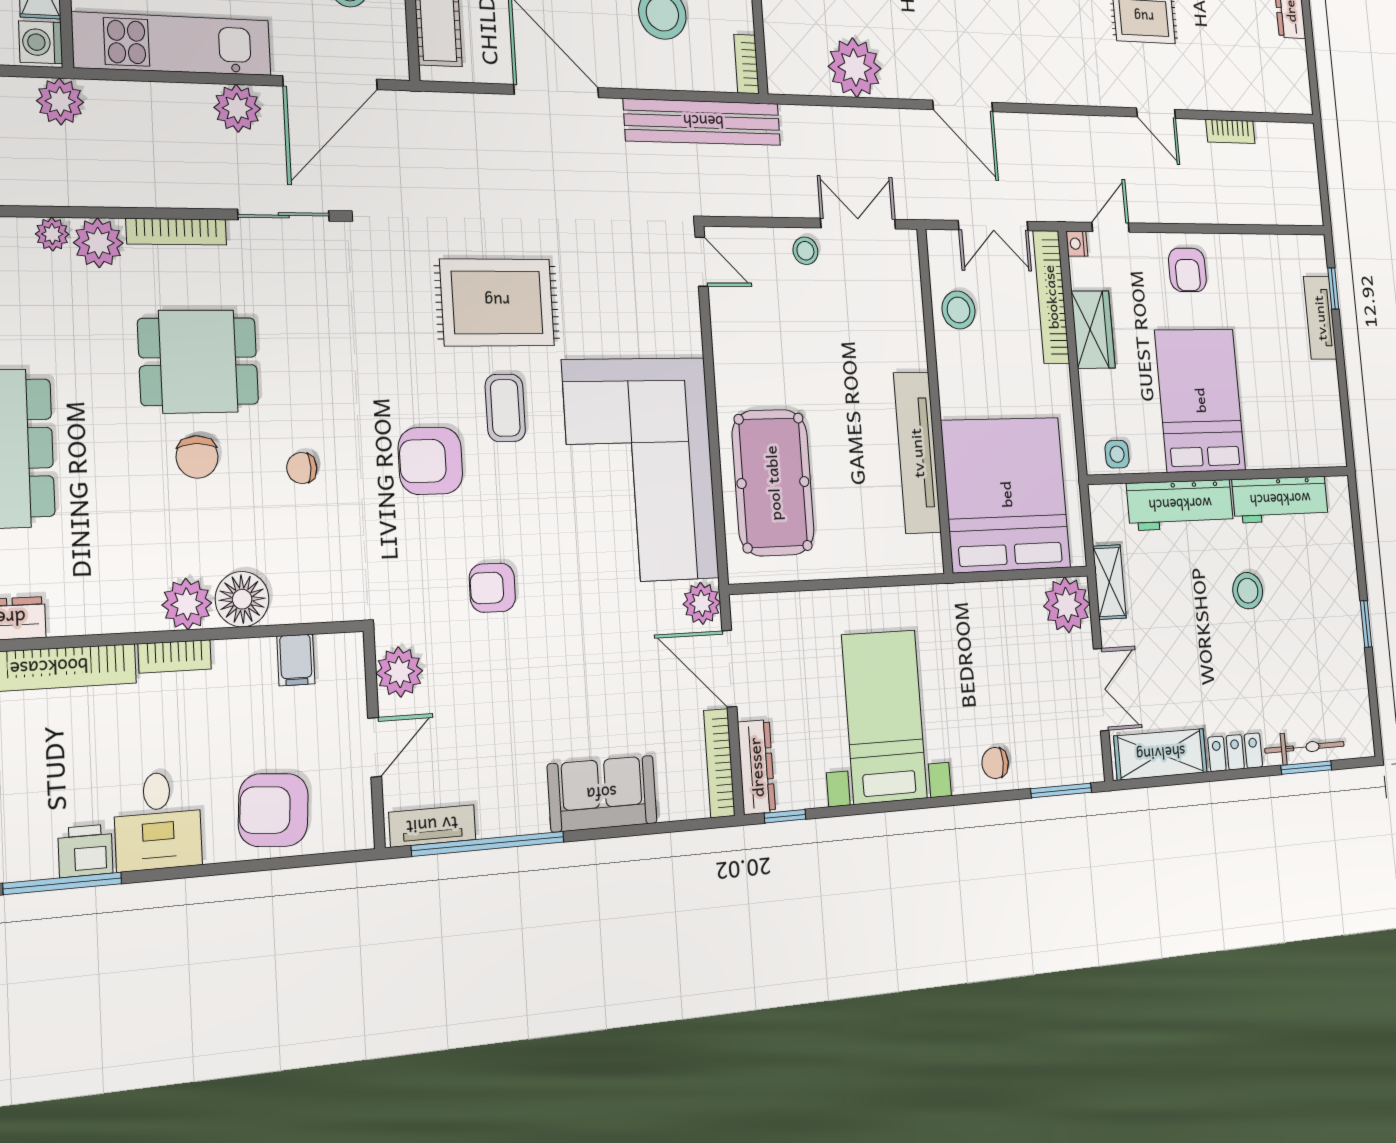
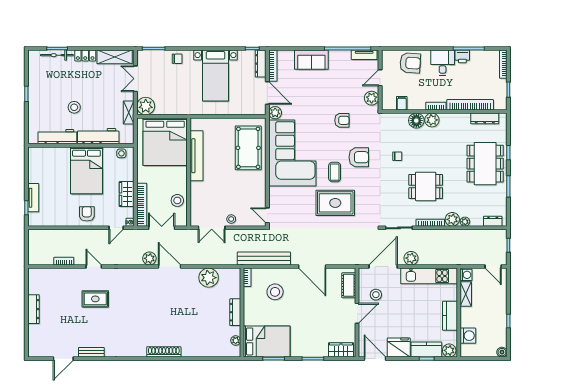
plant: (60, 101) -> (149, 258), moved
chair: (197, 457) -> (427, 160), removed

